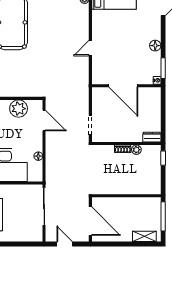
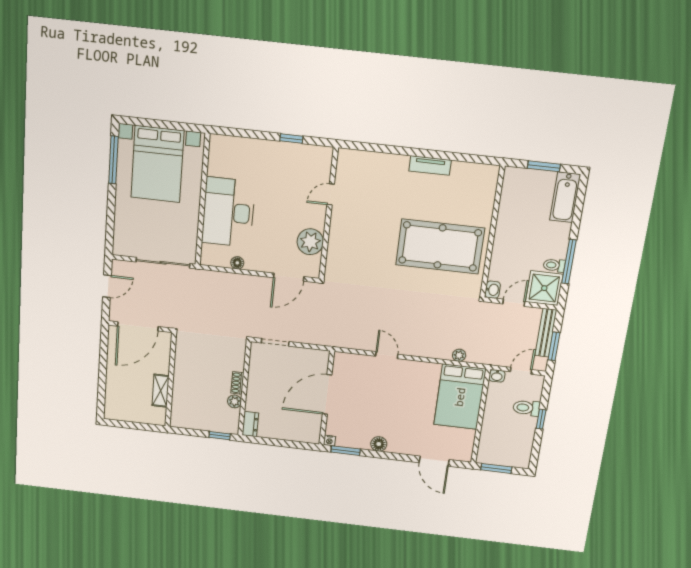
window: (163, 216) -> (139, 426), removed
shelving: (144, 236) -> (161, 391), moved

